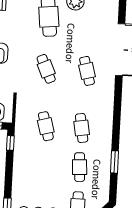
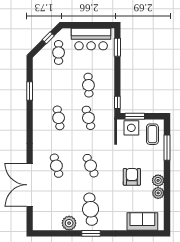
cafe table: (80, 167) -> (88, 85), moved

